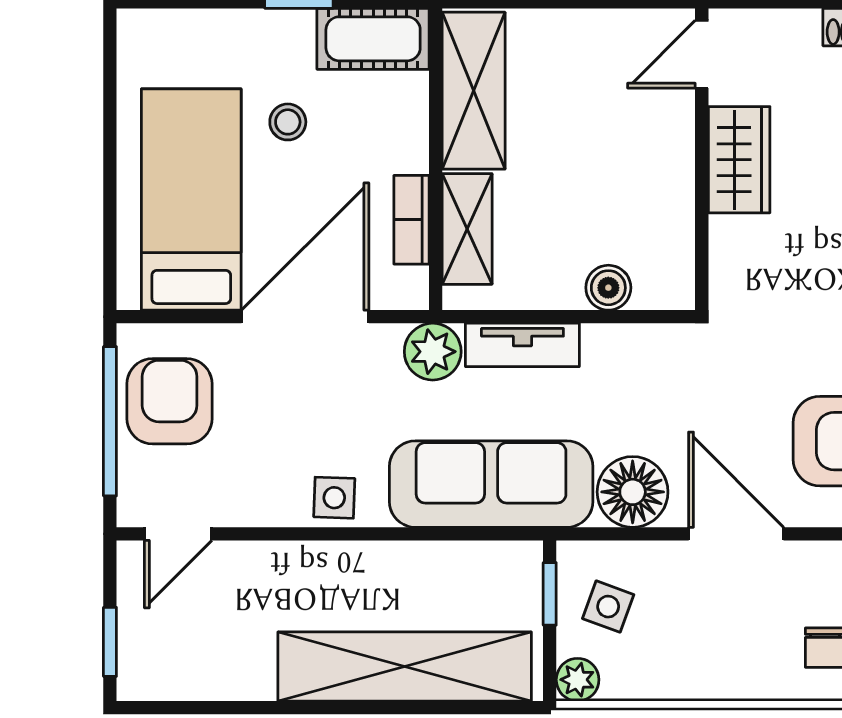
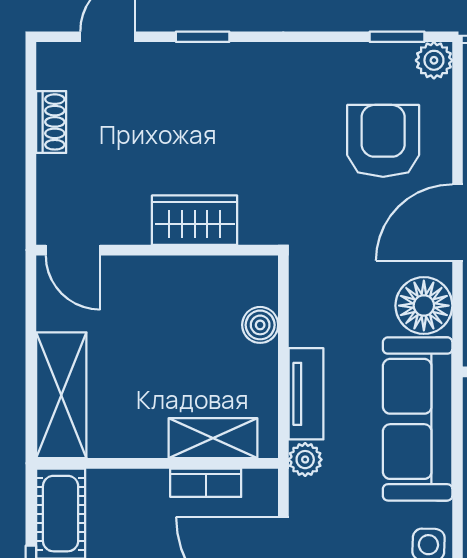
shelving: (474, 91) -> (61, 395), moved, turned 90
wardrobe: (739, 160) -> (195, 220), moved
plant: (433, 352) -> (305, 460), width x0.73, depth x0.73

